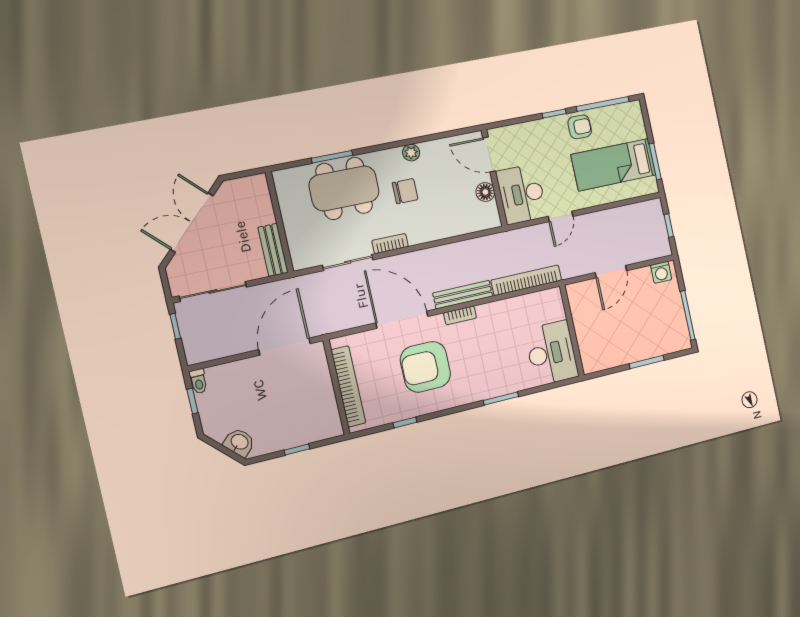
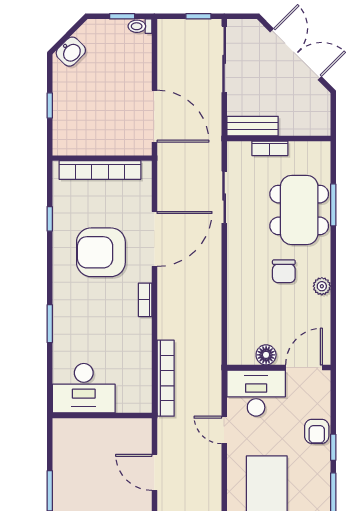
armchair: (580, 127) -> (317, 431), moved
bookcase: (390, 244) -> (270, 148), moved, turned 90
bench: (463, 295) -> (166, 307), removed
armchair: (425, 367) -> (101, 252), turned -90

